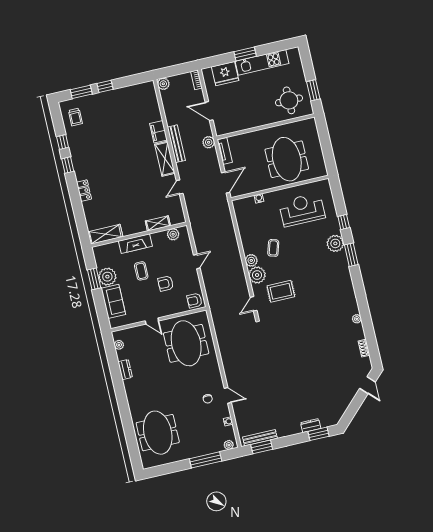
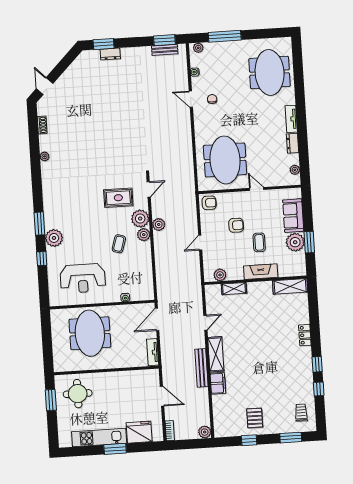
window: (105, 86) -> (249, 440), moved
pallet: (118, 105) -> (255, 418), added
plant: (209, 142) -> (159, 225), moved
tv unit: (130, 392) -> (291, 119), added
bench: (260, 438) -> (165, 50), width x0.73

